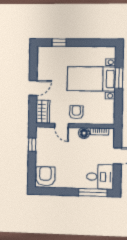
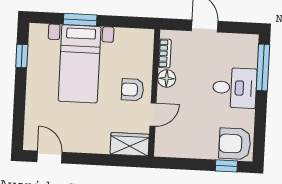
window: (59, 43) -> (22, 56), moved
door: (33, 88) -> (50, 157), moved
window: (32, 145) -> (226, 166), moved
desk: (100, 177) -> (235, 88), moved, turned 90

